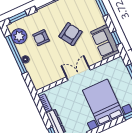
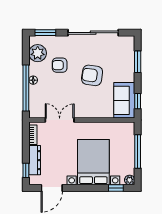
armchair: (71, 34) -> (92, 75), turned -140
window: (16, 55) -> (26, 88), moved
double door: (78, 73) -> (60, 120), moved

